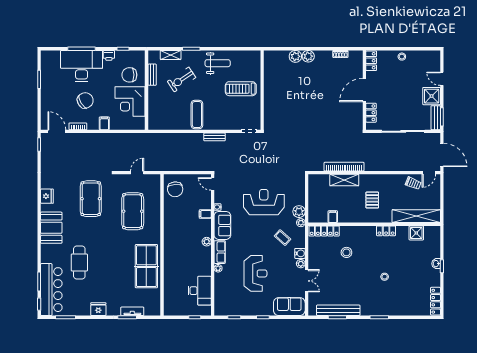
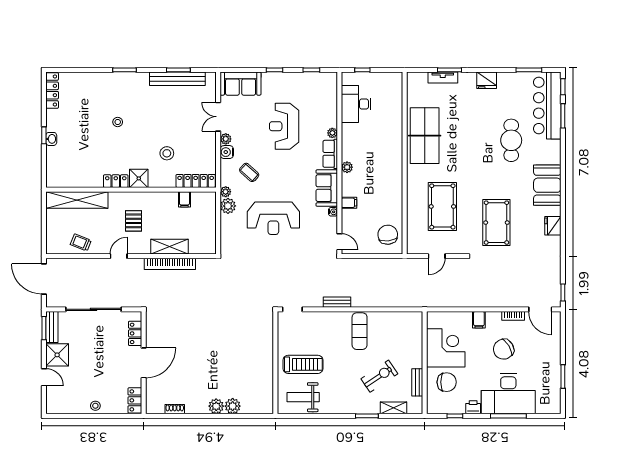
weight bench: (218, 63) -> (303, 397), moved
door: (429, 173) -> (119, 256), moved
shower: (416, 233) -> (139, 178), moved

